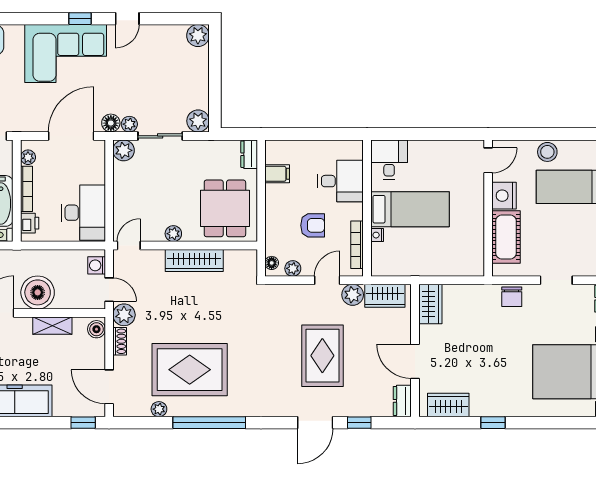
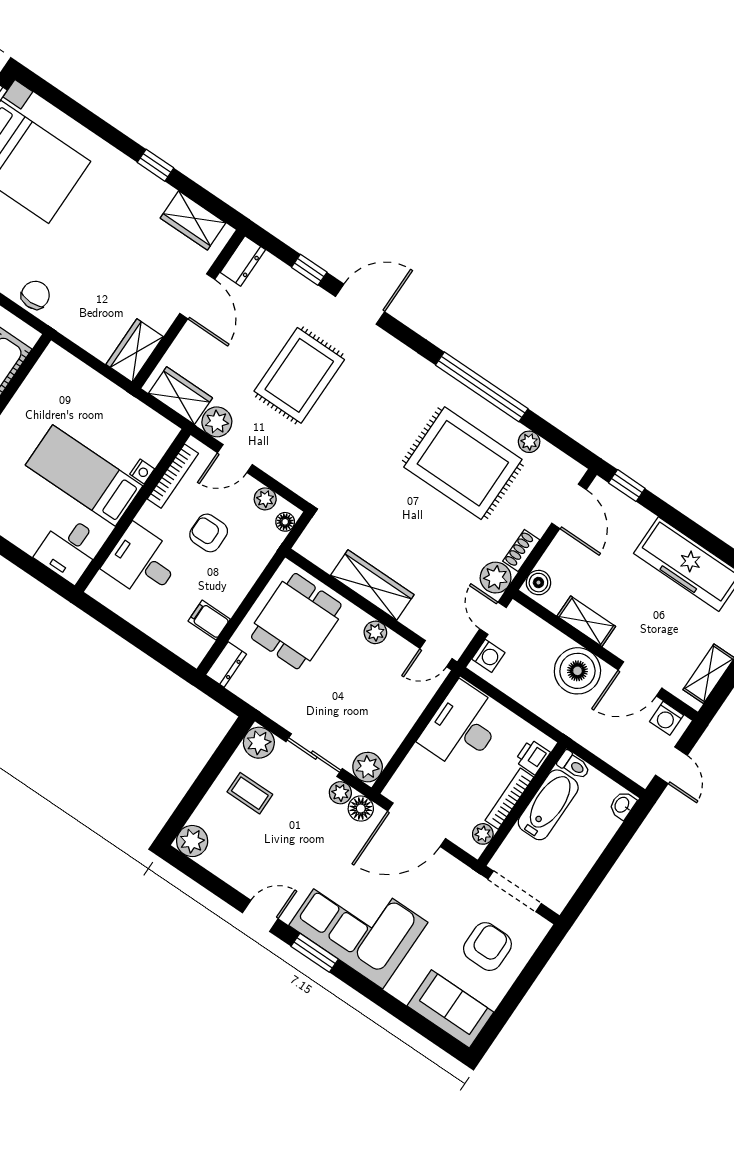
window: (80, 19) -> (315, 953), width x1.50
coffee table: (183, 87) -> (250, 793), added

